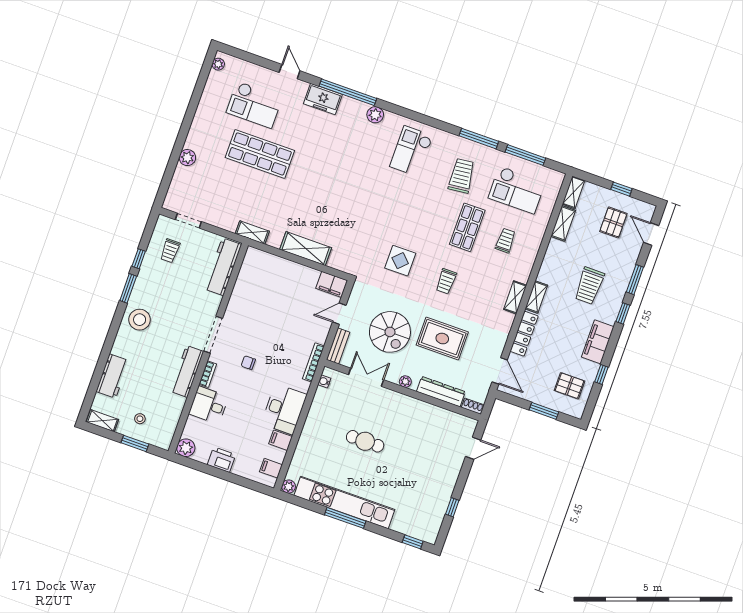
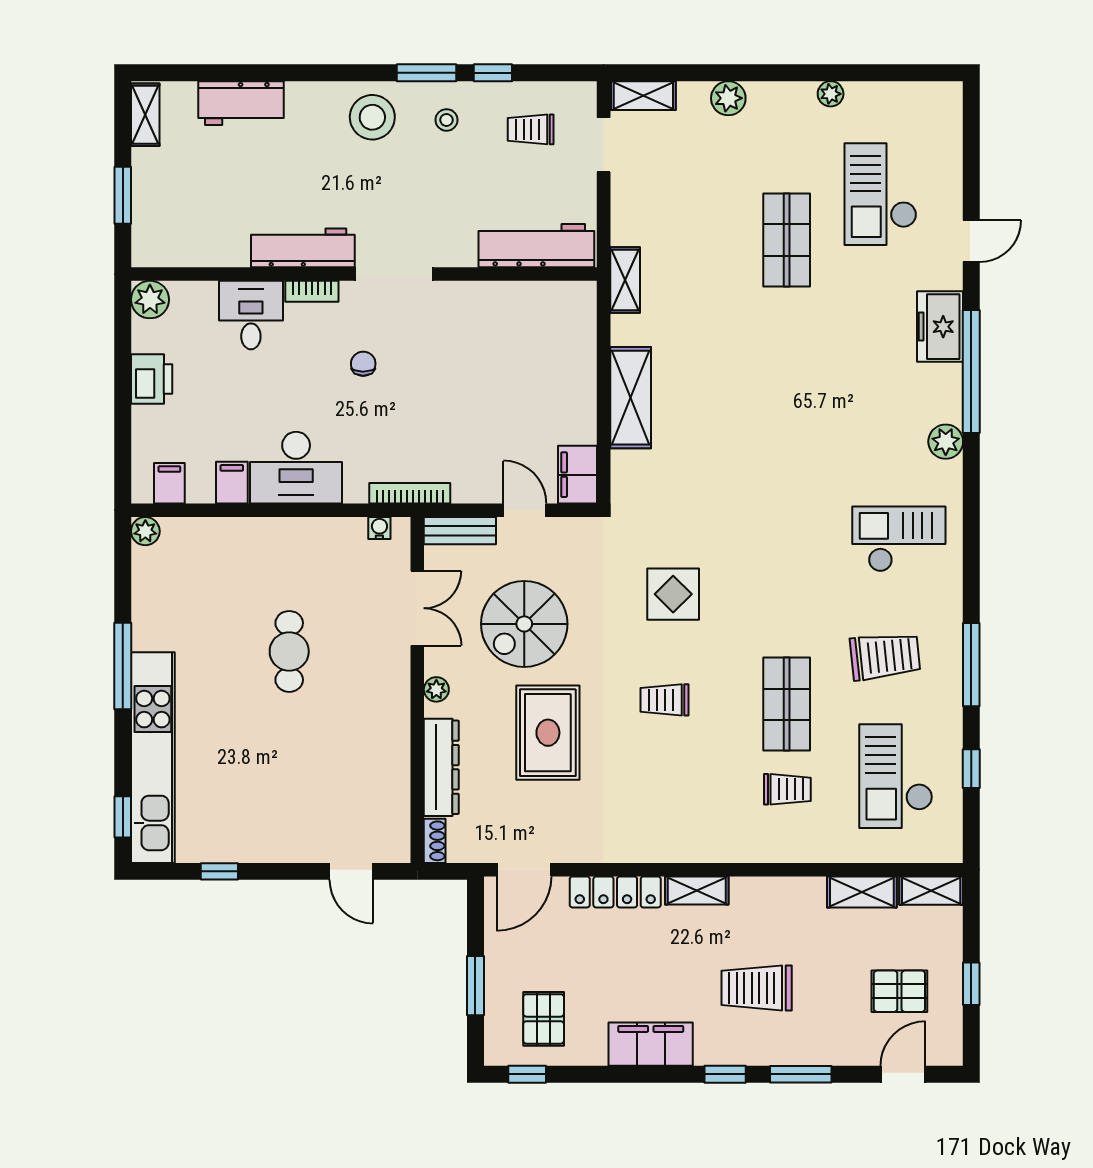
plant: (218, 64) -> (831, 94), moved
shop shelf: (260, 154) -> (787, 240), width x0.70, depth x0.74
window: (525, 155) -> (971, 769), width x0.46
shop shelf: (467, 227) -> (787, 704), turned 90
shelving: (515, 297) -> (643, 96), moved
window: (601, 374) -> (527, 1074), moved
stool: (140, 419) -> (446, 120), moved
kitchen unit: (344, 502) -> (153, 758), moved

